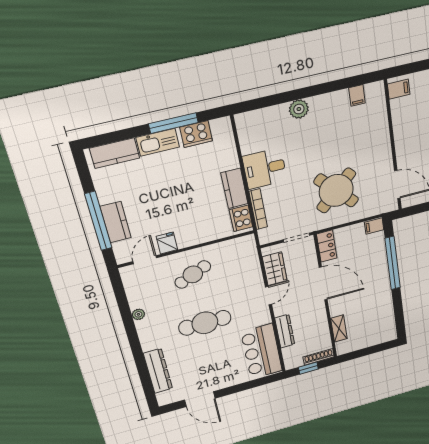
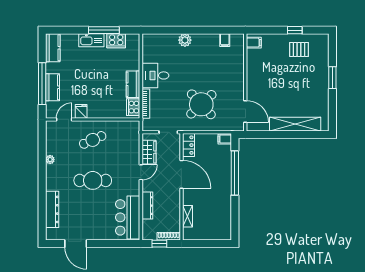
kitchen counter: (115, 153) -> (53, 48), moved, turned -90

